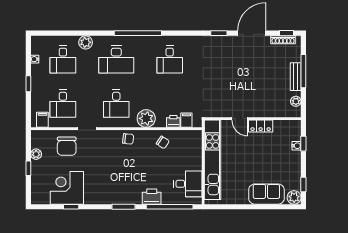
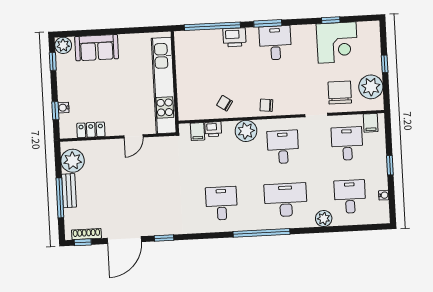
plant: (296, 101) -> (73, 161), width x1.87, depth x1.87
door: (240, 119) -> (133, 136), swing flipped
locker: (261, 126) -> (91, 130), moved
plant: (36, 154) -> (371, 87), width x1.87, depth x1.87
desk: (188, 184) -> (275, 43), moved, turned 90

